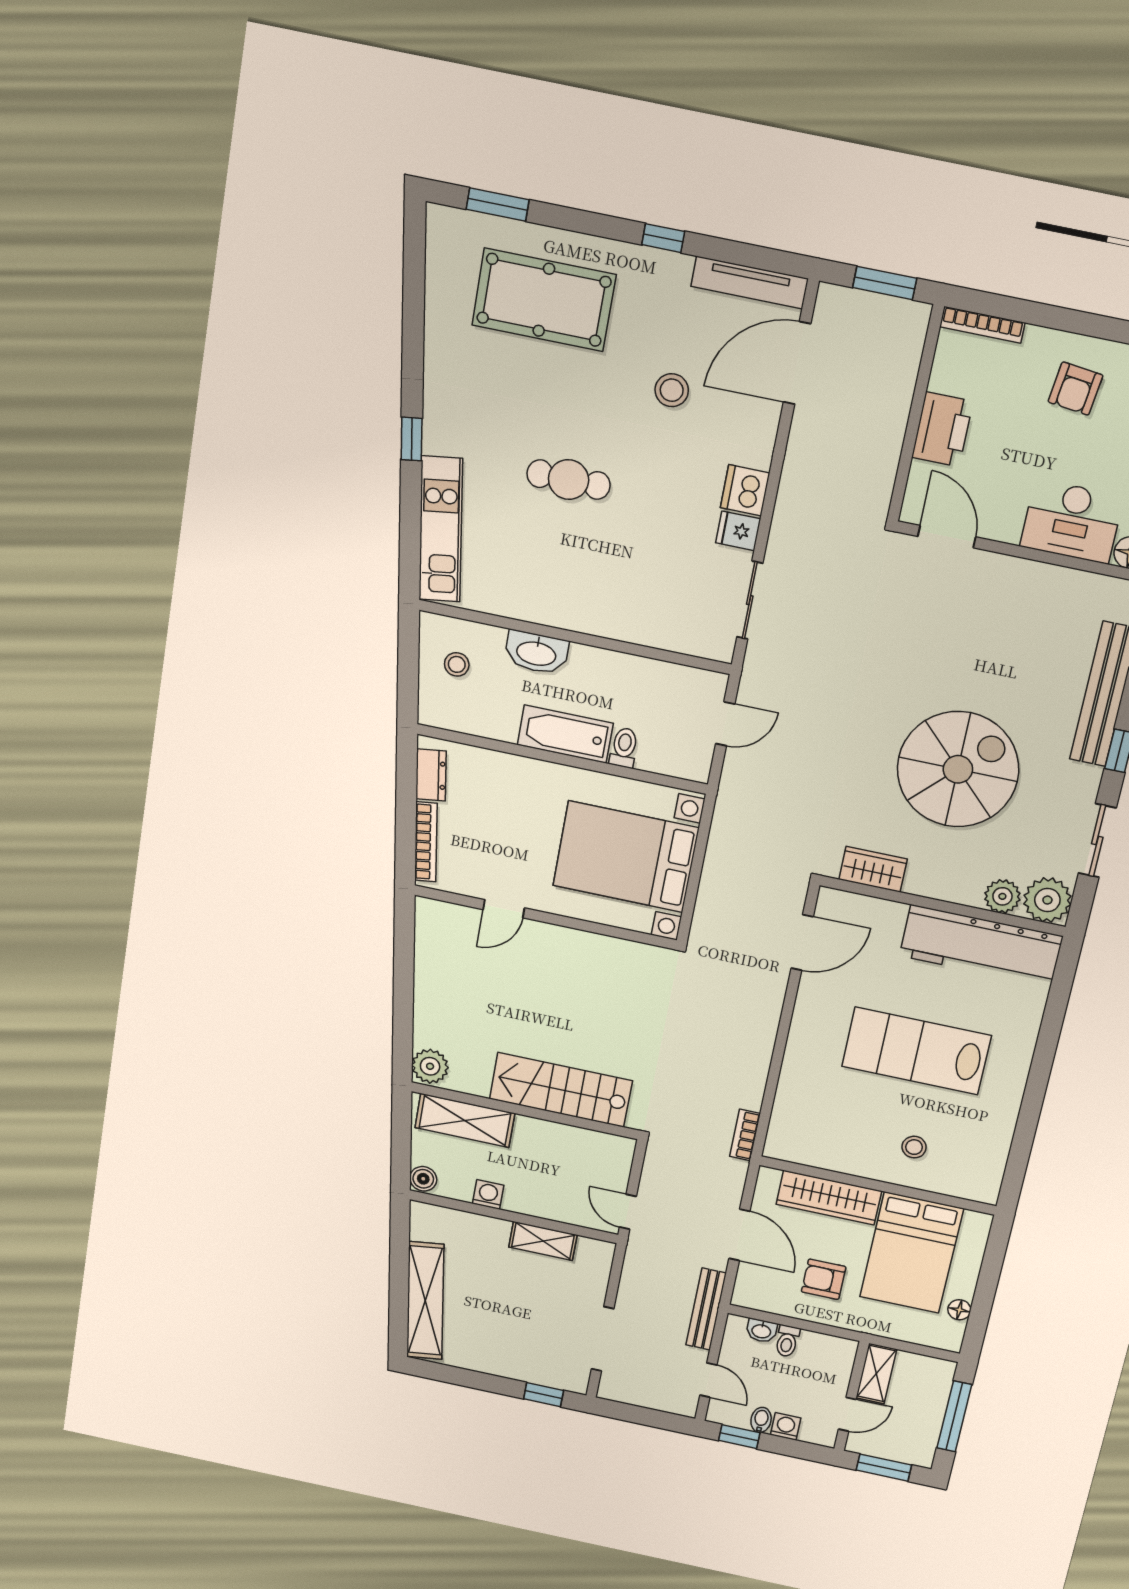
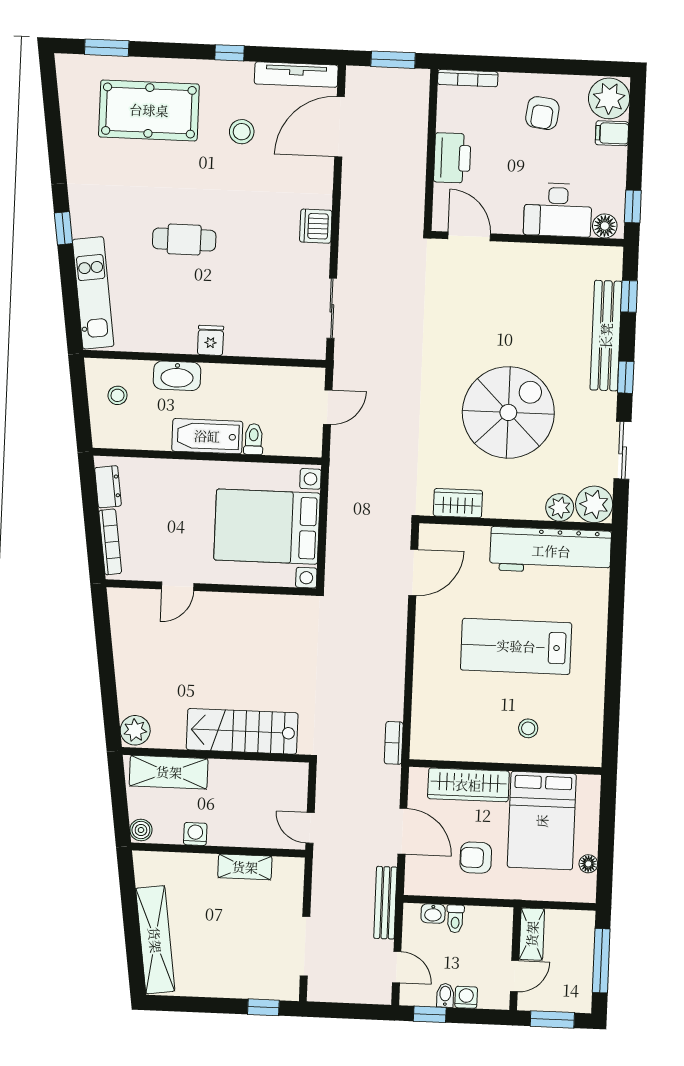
stool: (672, 390) -> (242, 132), moved
fridge: (738, 531) -> (211, 340), moved, turned 90

